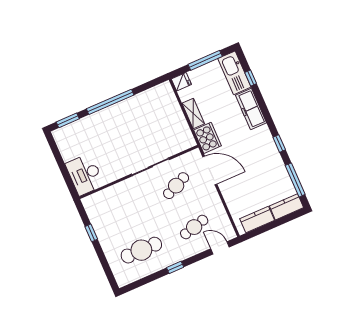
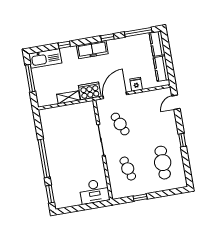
window: (251, 78) -> (64, 45), moved
fridge: (181, 82) -> (136, 84), moved
freezer: (251, 109) -> (92, 50), moved
cafe table: (194, 227) -> (128, 169), moved

